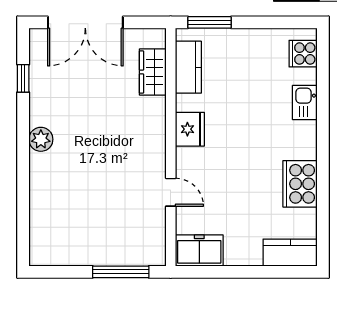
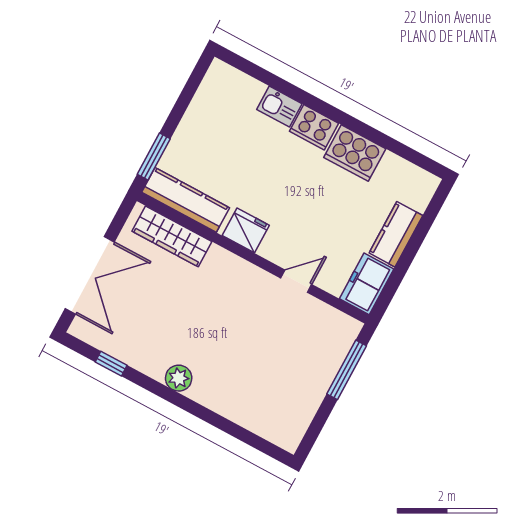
cooker: (303, 54) -> (314, 127), moved, width x1.36
kitchen counter: (188, 67) -> (186, 200), width x1.50
wardrobe: (153, 72) -> (172, 236), width x1.50
kitchen counter: (290, 253) -> (396, 234), moved

